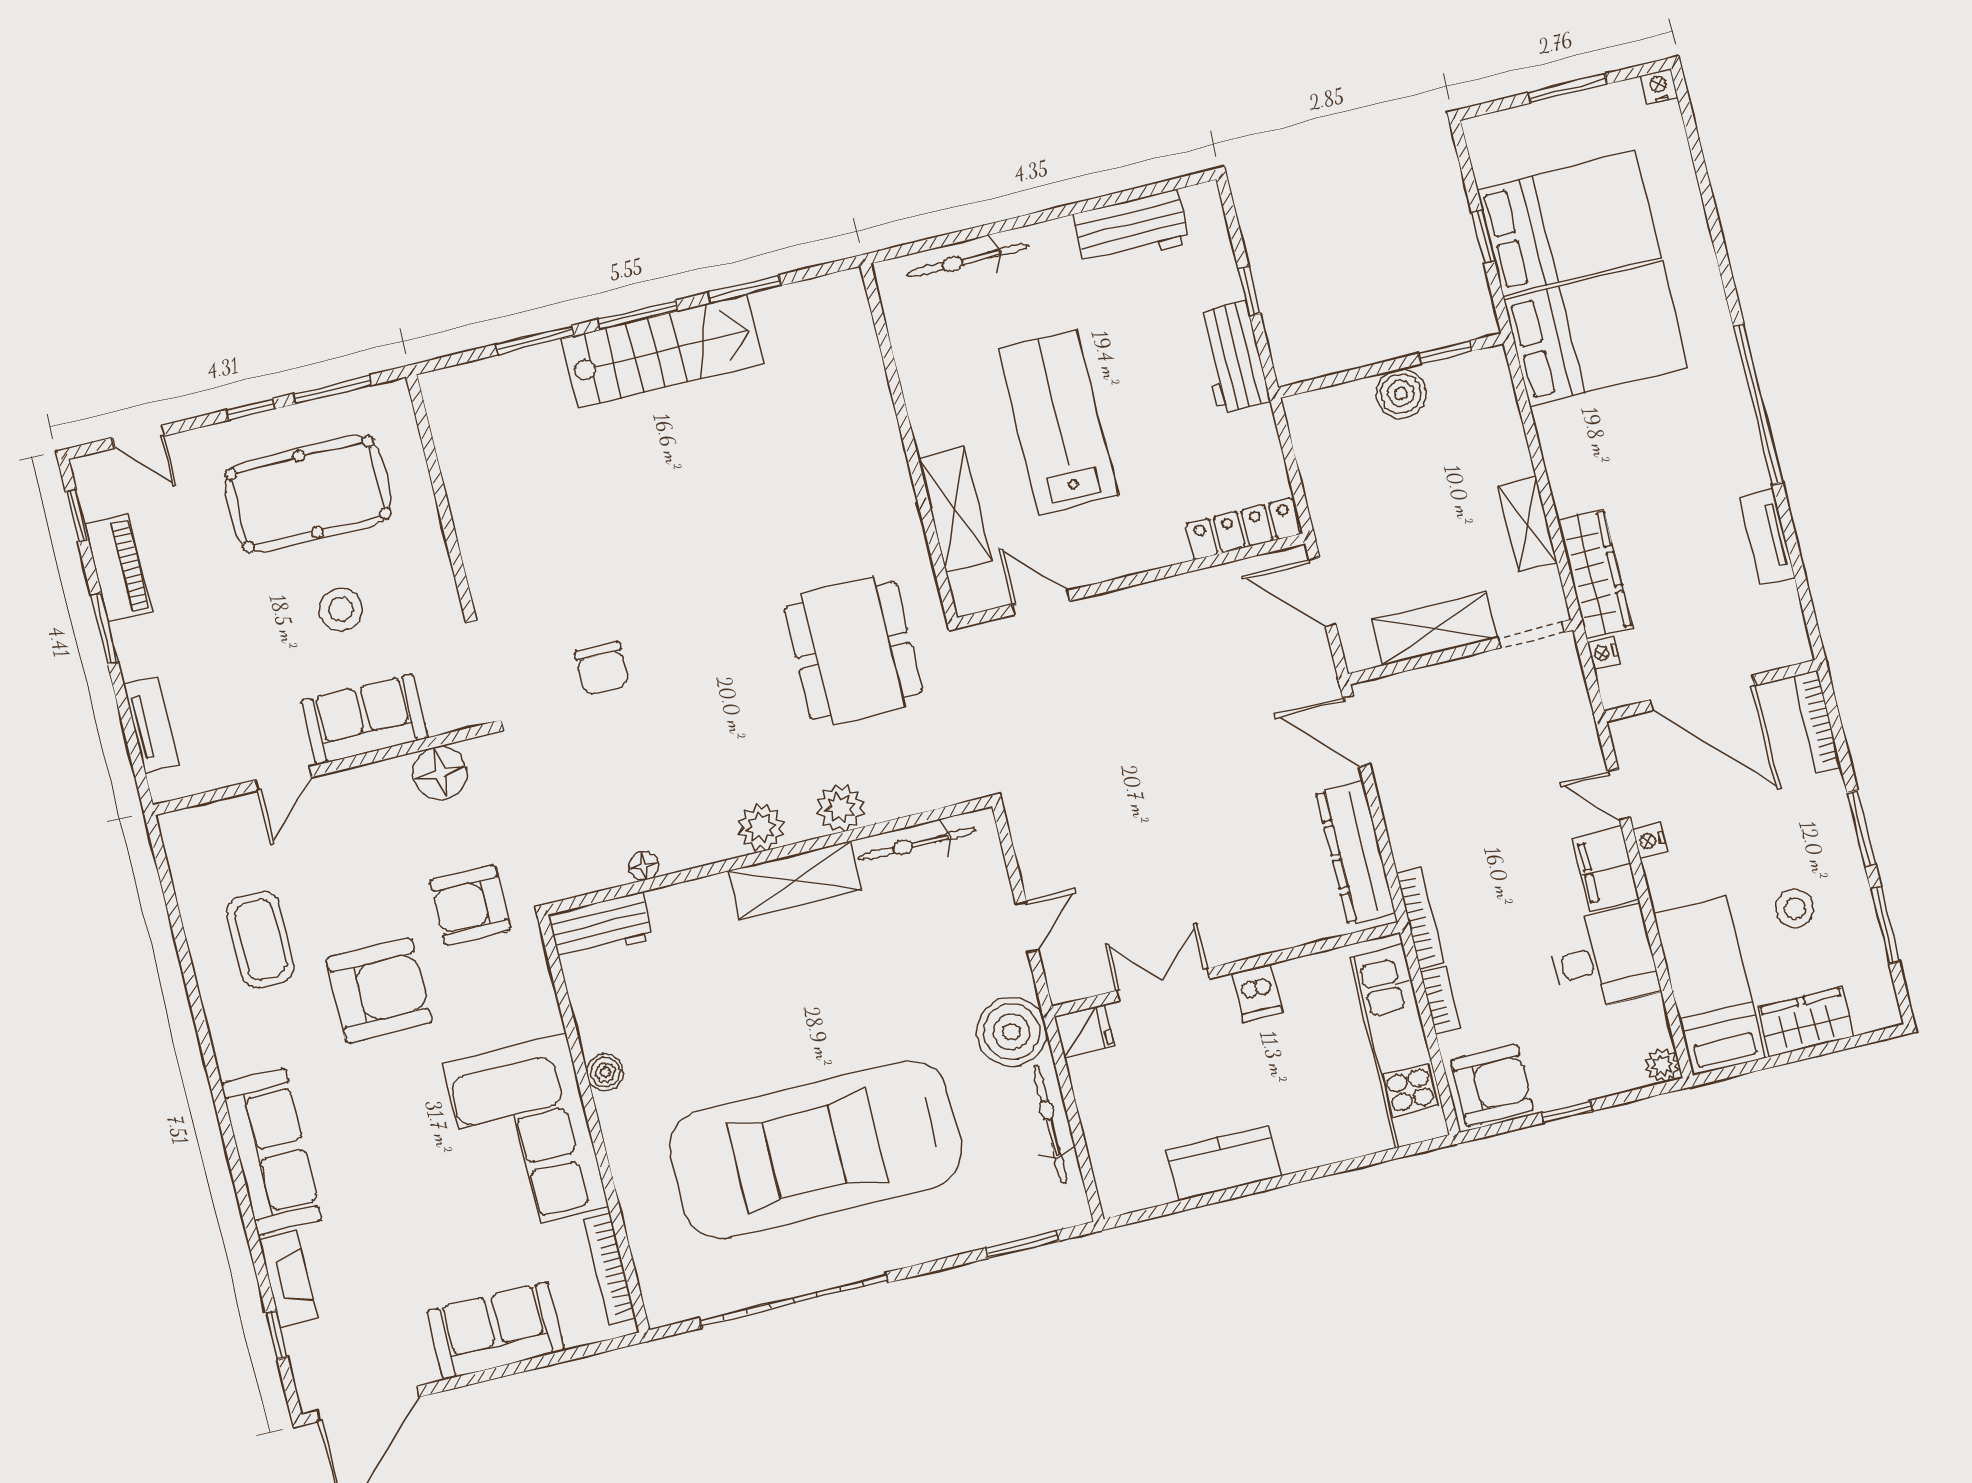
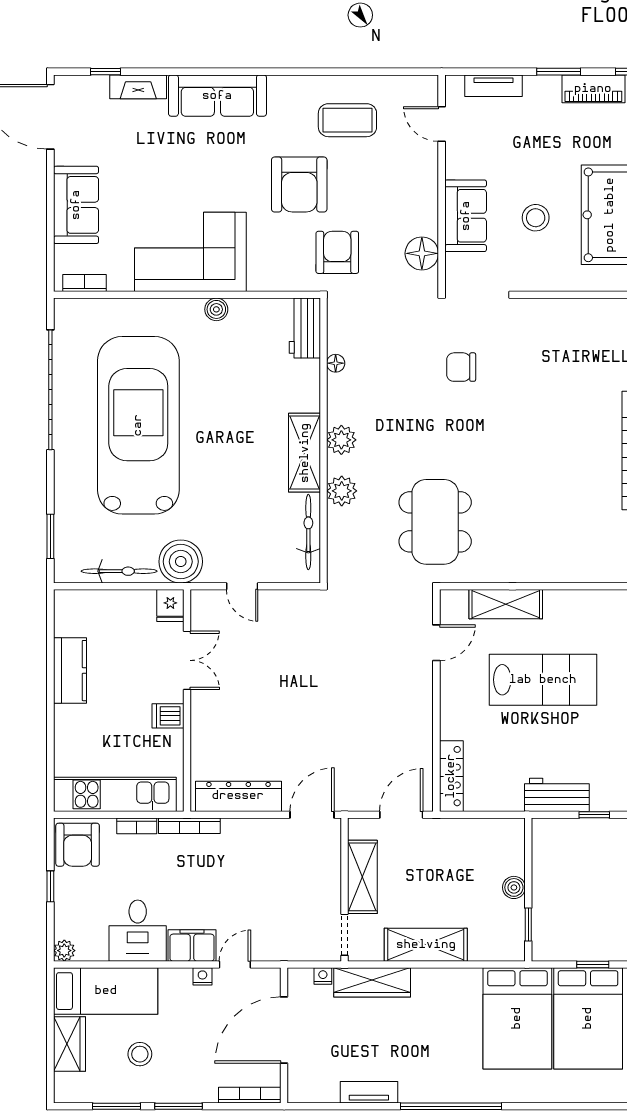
boiler: (1401, 394) -> (514, 887), width x0.73, depth x0.73
shelving: (1527, 524) -> (426, 945), width x1.50, depth x1.33
dining table: (853, 650) -> (435, 522), turned 90
door: (283, 779) -> (442, 124), moved
bookcase: (609, 1269) -> (84, 283), width x0.64

